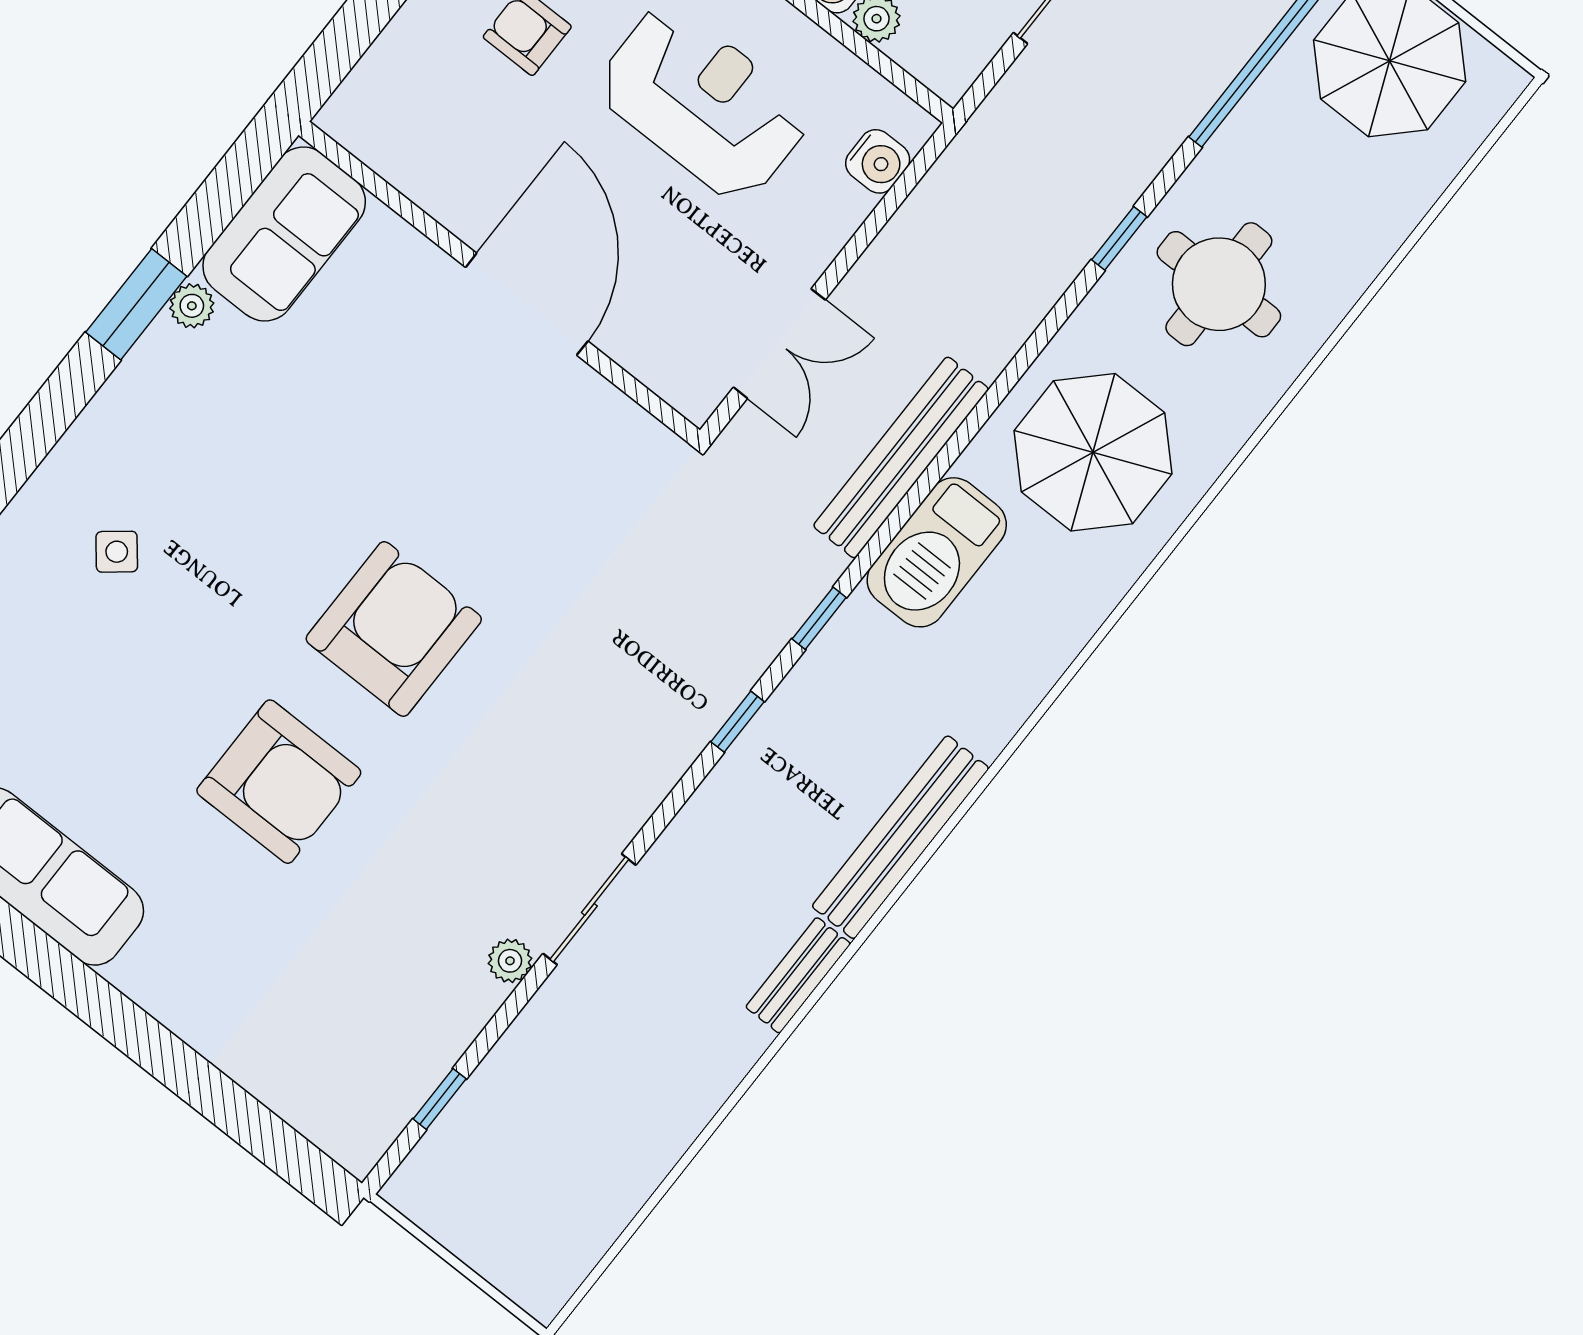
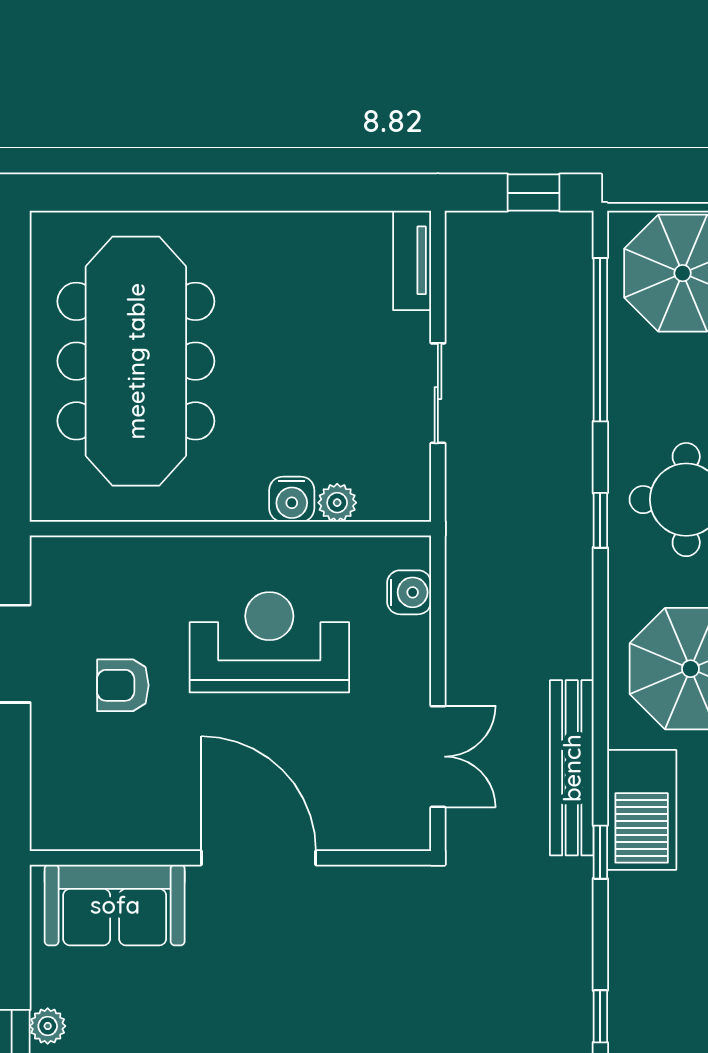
sofa: (284, 234) -> (115, 905), moved, turned 90
window: (819, 618) -> (600, 852), moved

